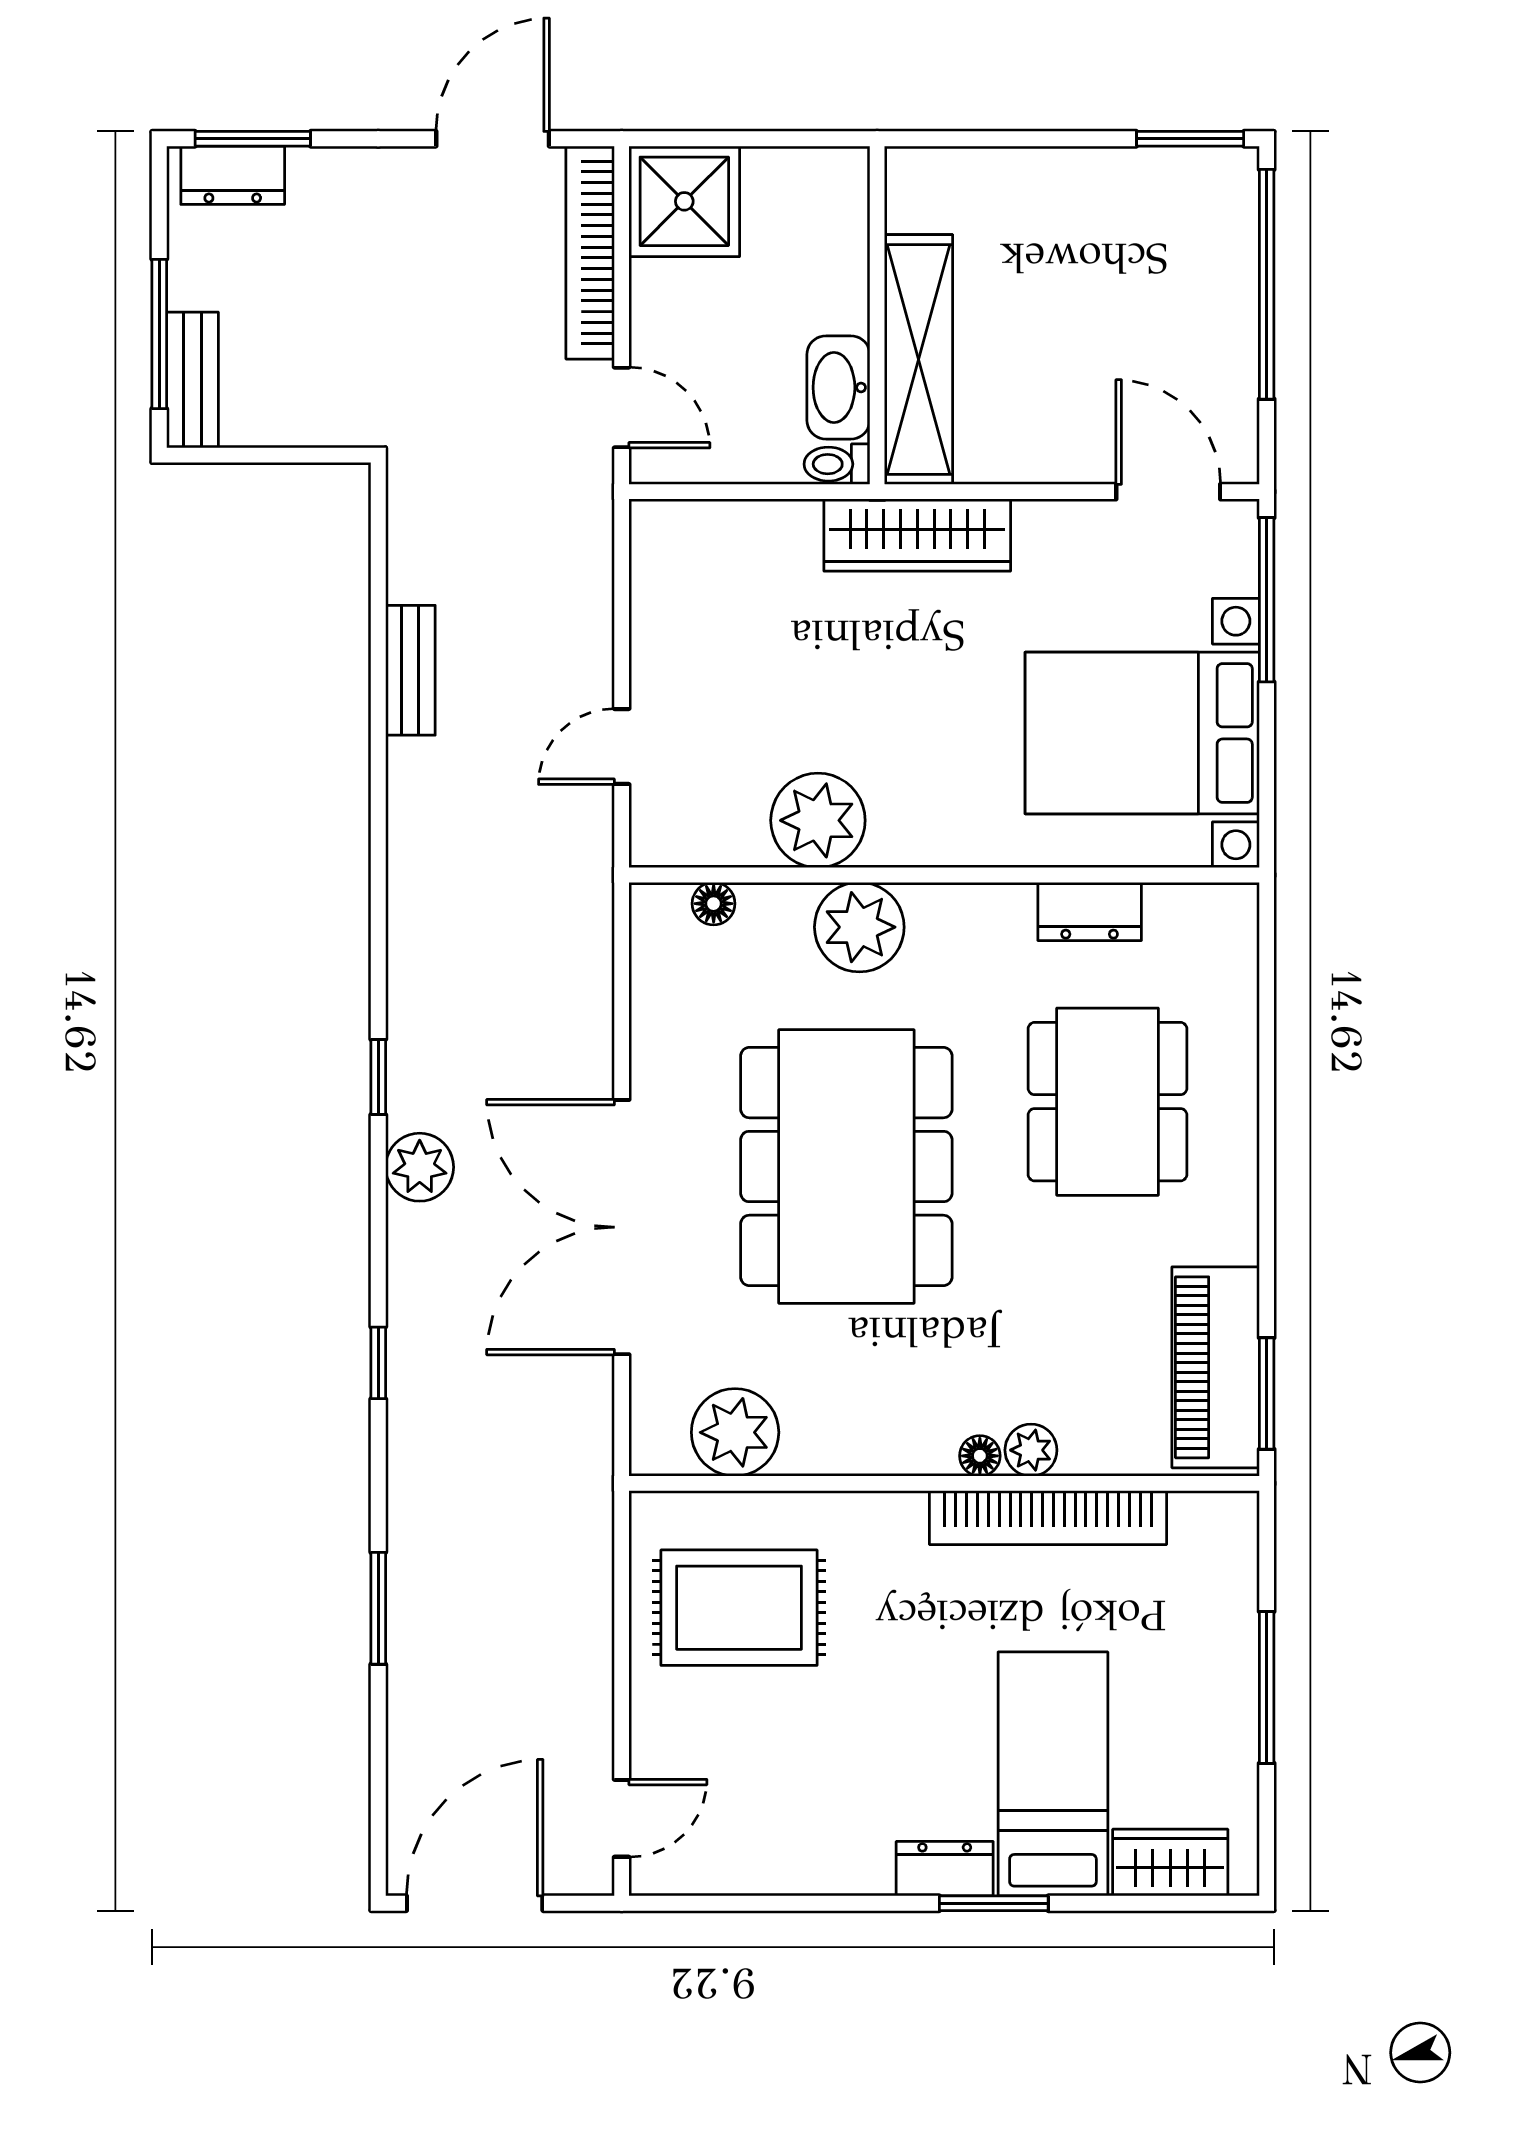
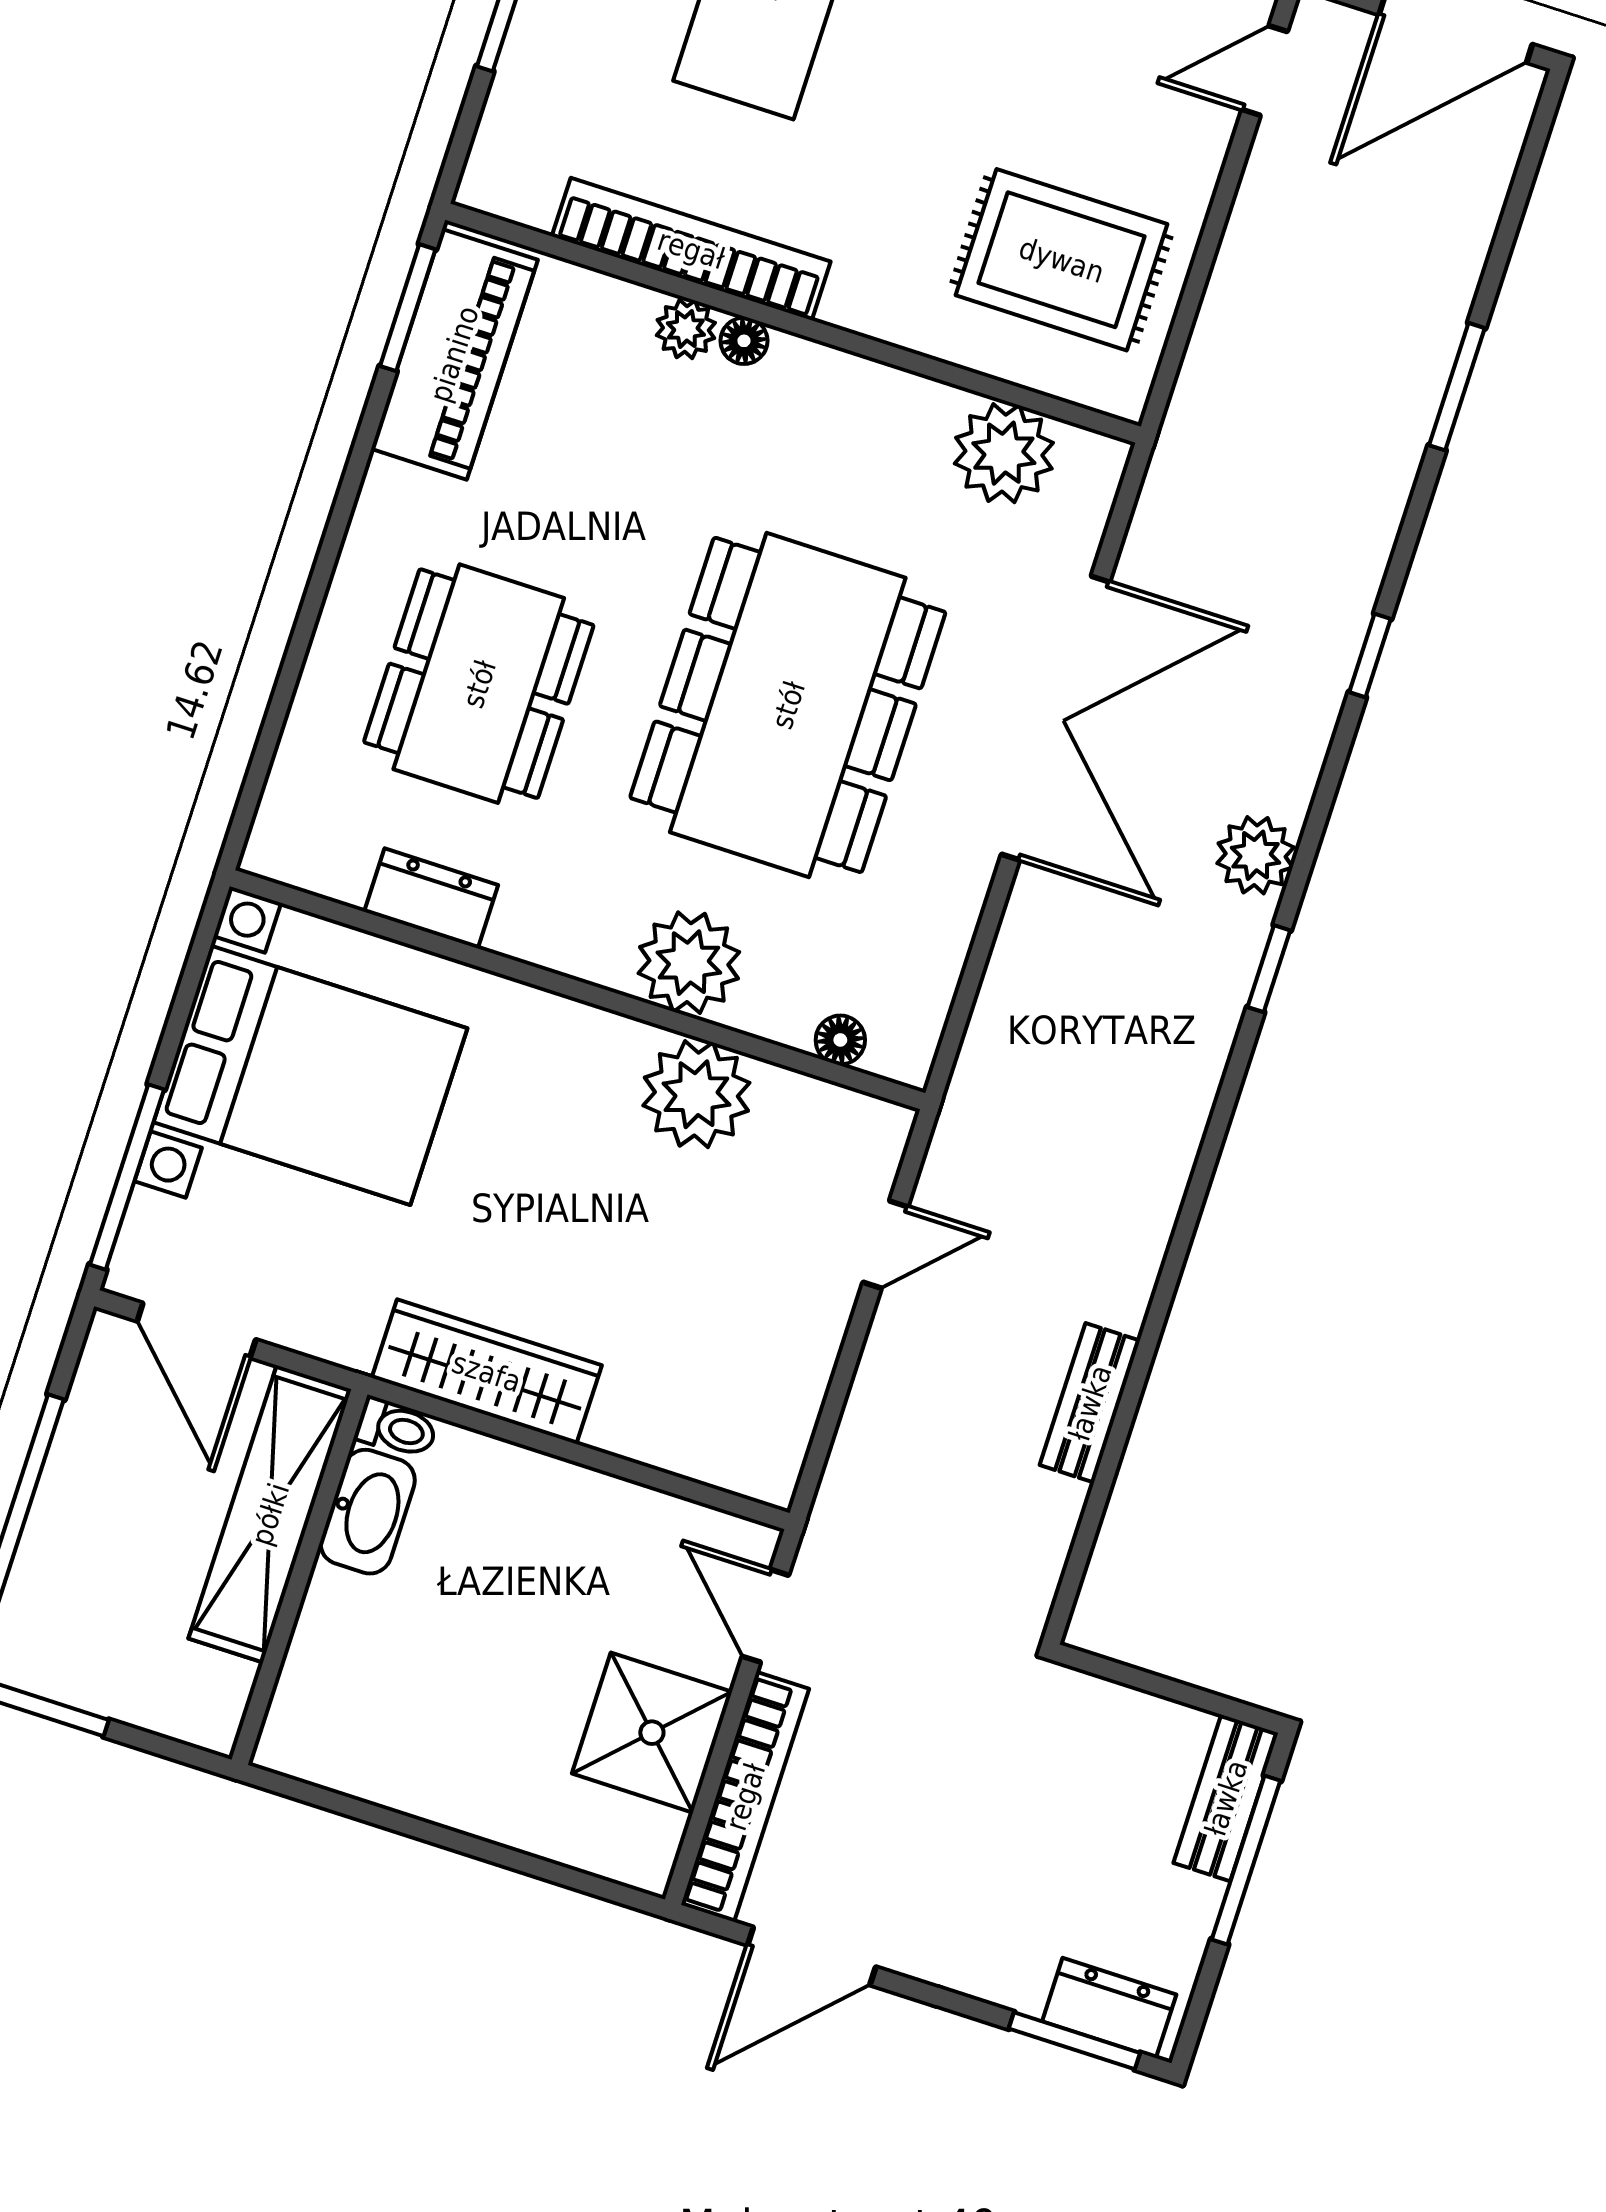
shower: (684, 201) -> (652, 1733), moved
wall: (877, 315) -> (300, 1577), moved
shelving: (919, 360) -> (270, 1514), moved
washbasin: (838, 387) -> (368, 1512), moved
toilet: (837, 464) -> (396, 1428), moved

